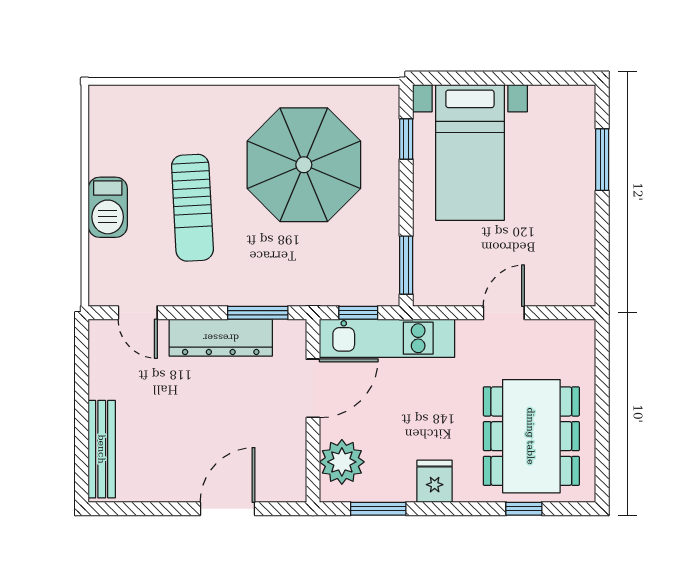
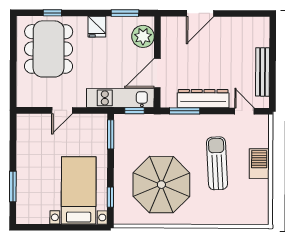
bench: (102, 449) -> (263, 72), moved

